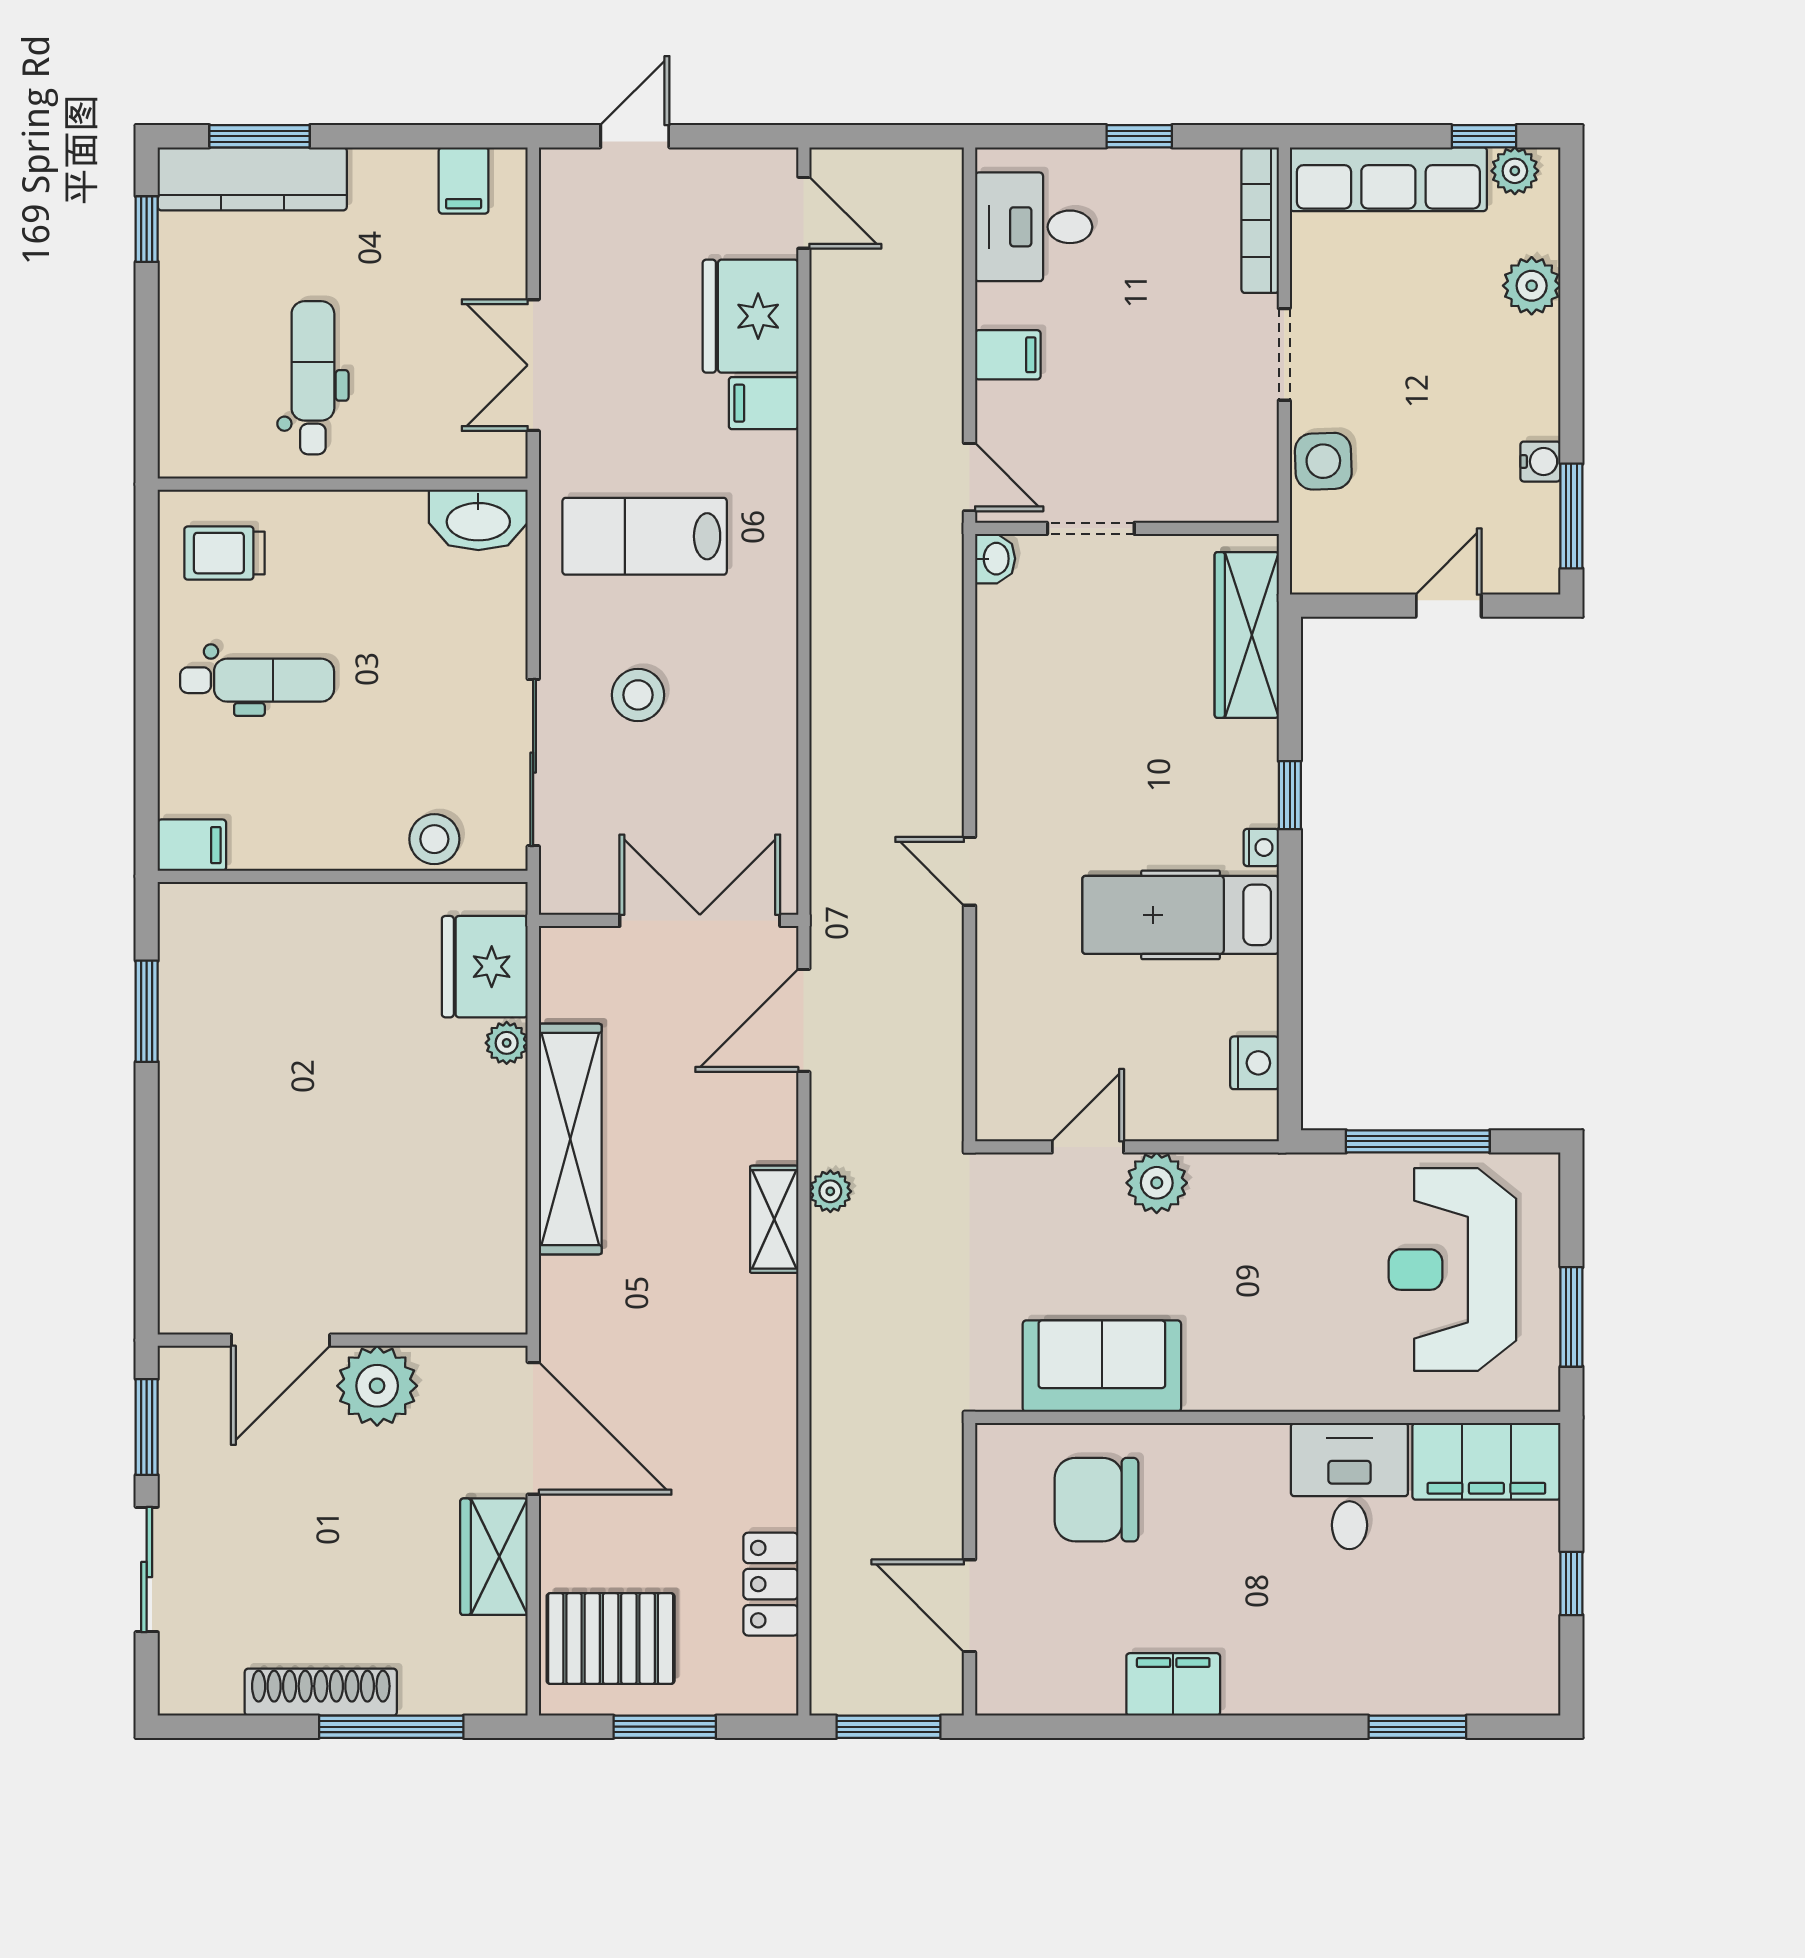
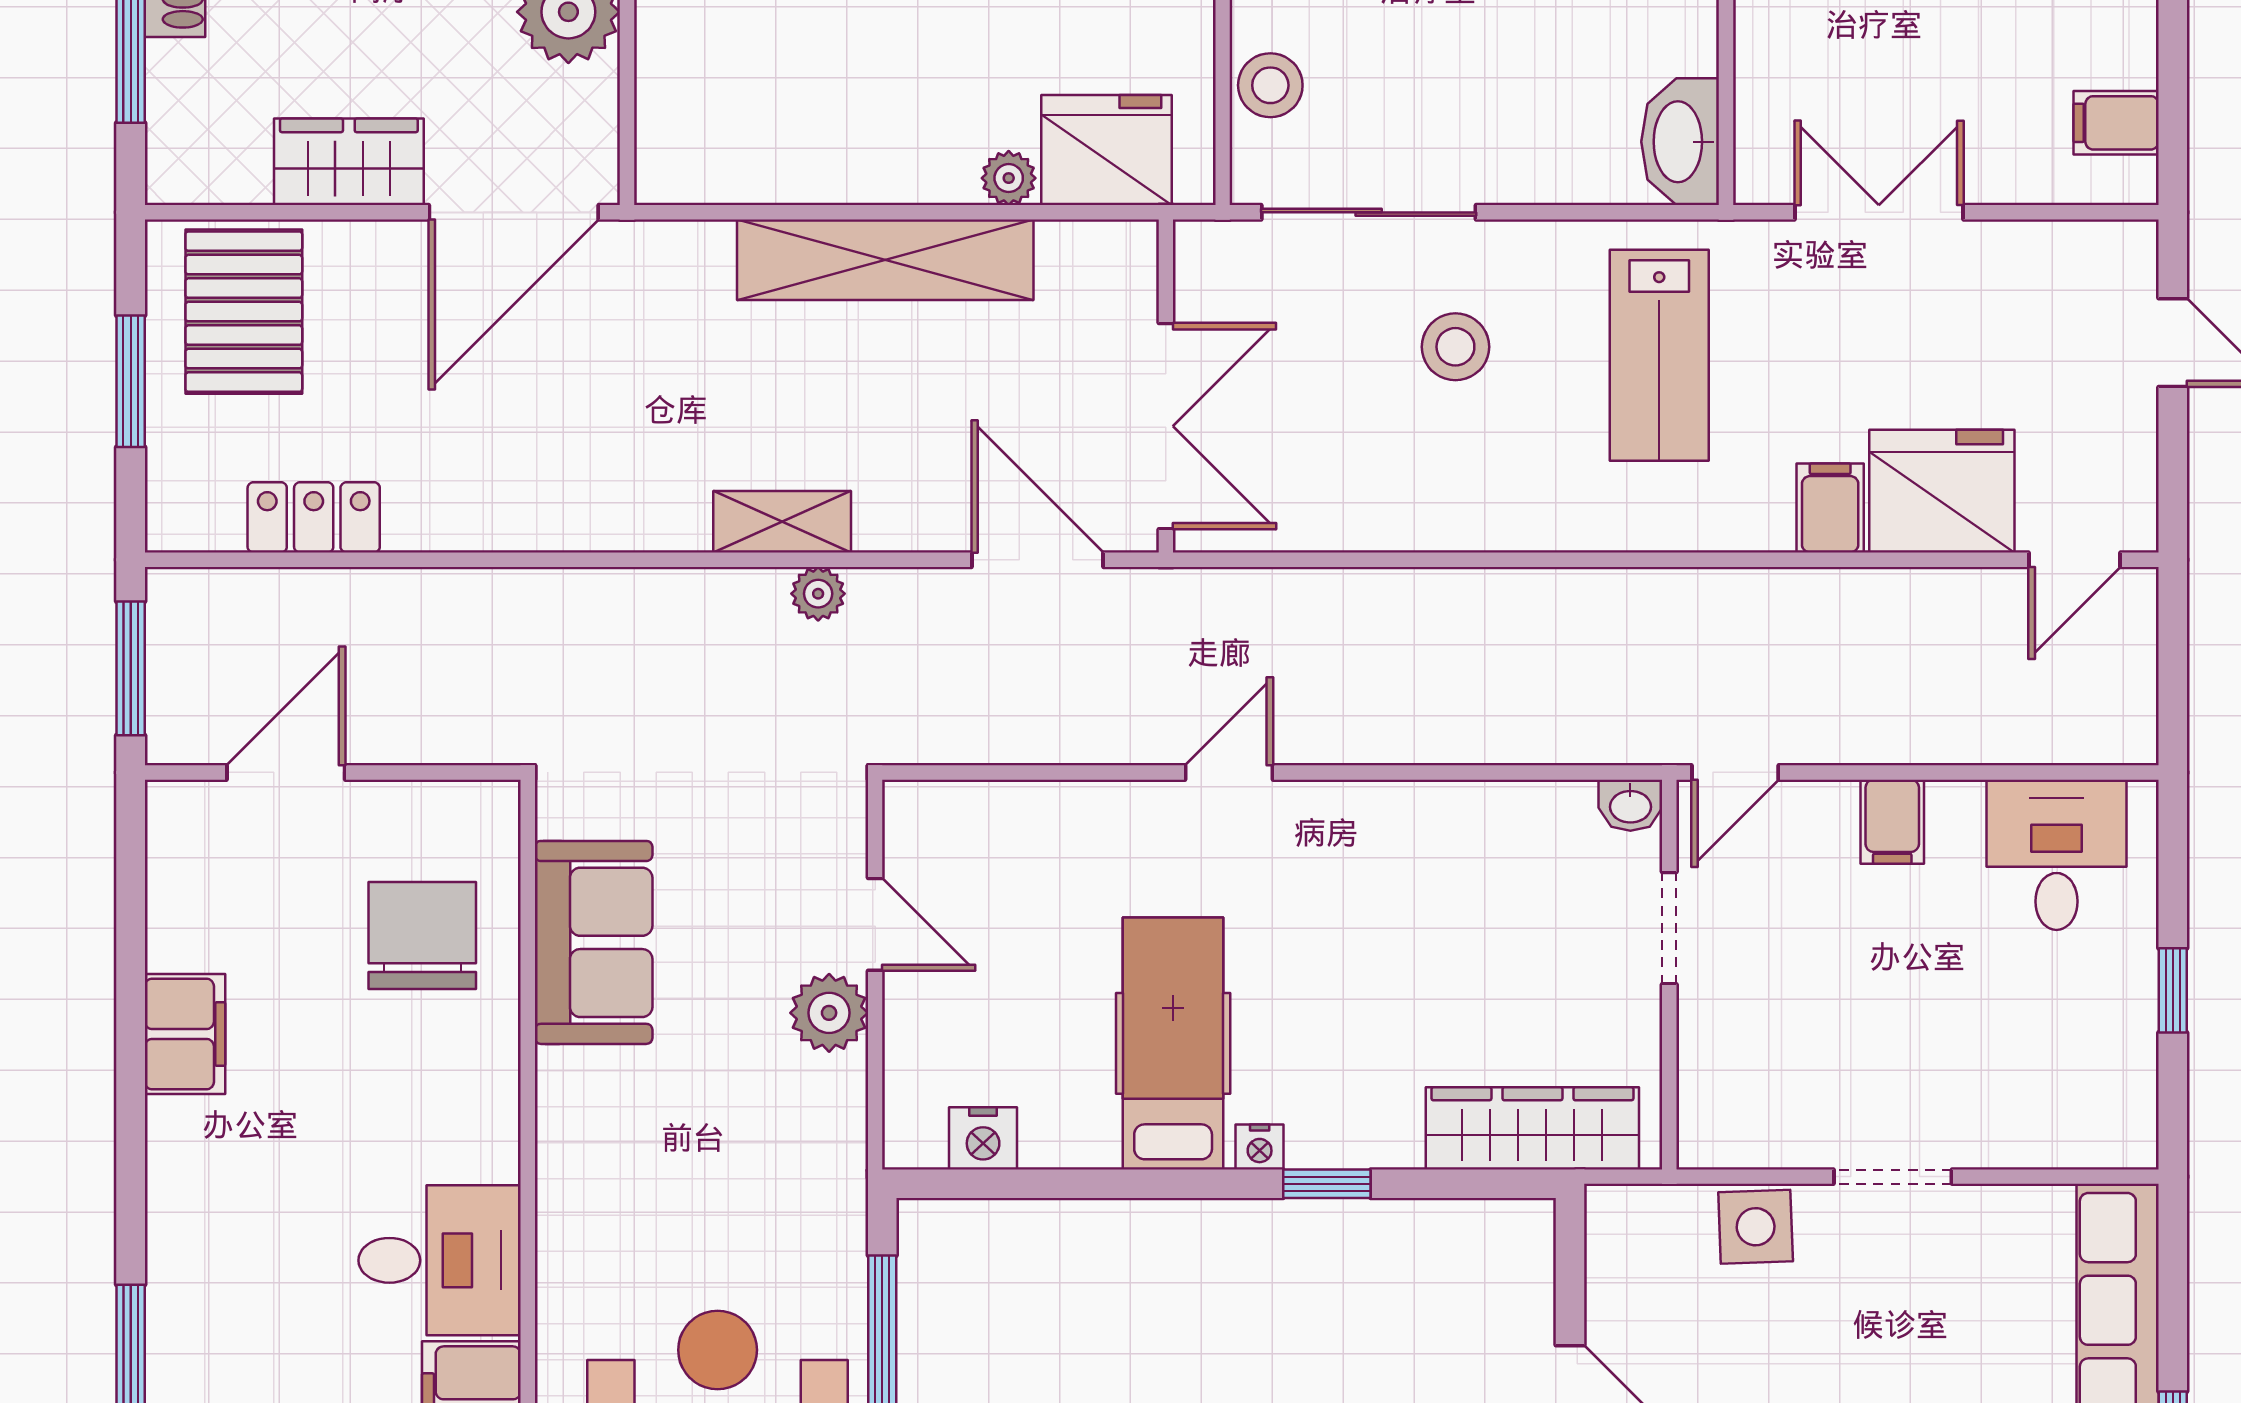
bookcase: (1260, 220) -> (2065, 1146), removed
lab bench: (645, 536) -> (1659, 355), turned 180

